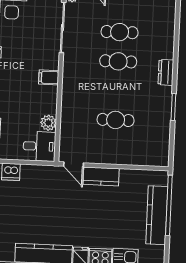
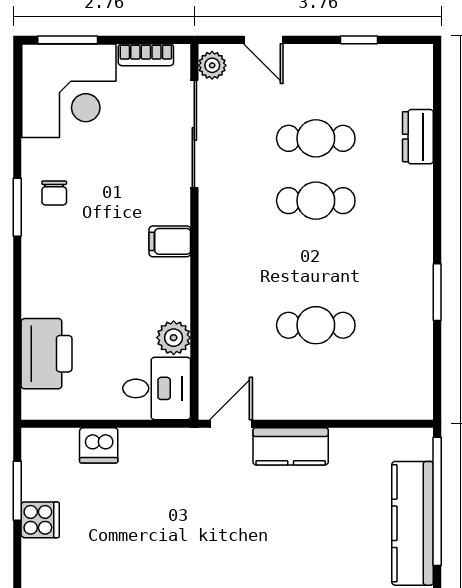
dresser: (166, 72) -> (418, 137), moved
door: (74, 164) -> (231, 424), swing flipped

